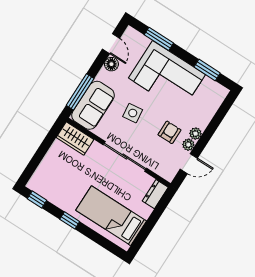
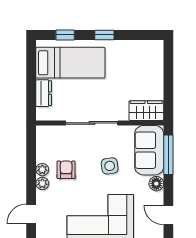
floor lamp: (111, 64) -> (156, 184), moved
armchair: (169, 132) -> (66, 170), turned 180
door: (189, 164) -> (31, 214), moved
dresser: (155, 194) -> (44, 93), moved
window: (37, 199) -> (65, 35), moved

